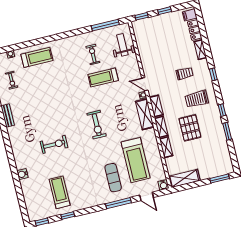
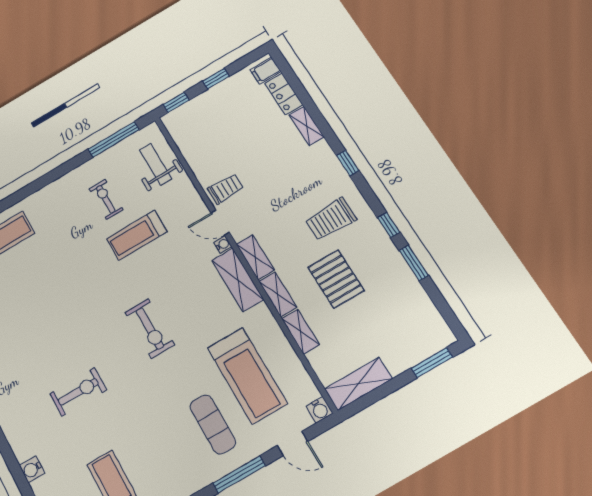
trolley: (185, 73) -> (226, 189), moved

